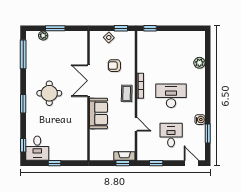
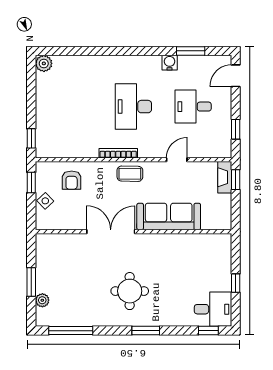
plant: (199, 63) -> (44, 63), moved
armchair: (114, 66) -> (72, 180), moved
double door: (88, 81) -> (111, 232), swing flipped
sofa: (98, 113) -> (169, 217), width x1.36

